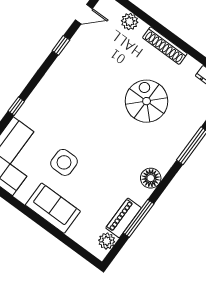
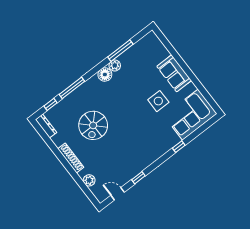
piano: (123, 218) -> (130, 54), removed
plant: (107, 241) -> (115, 65), moved

